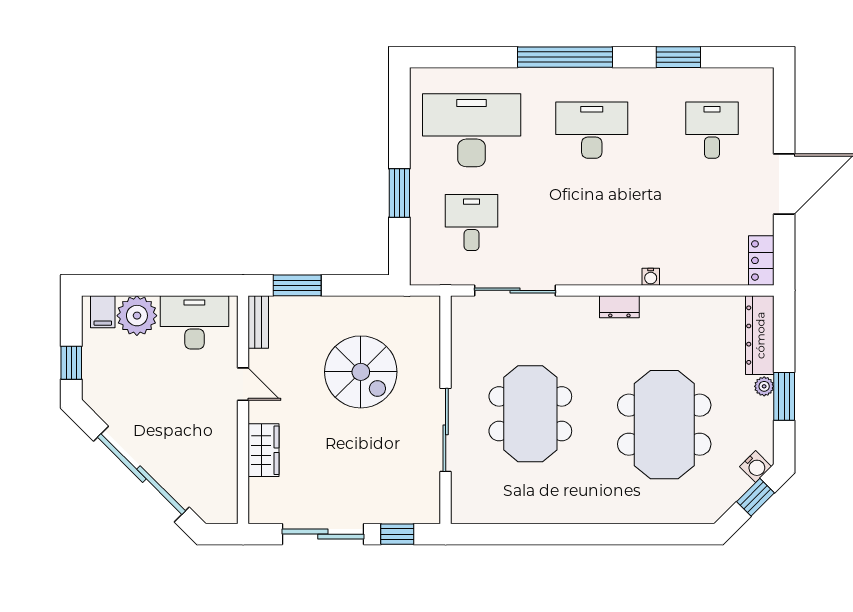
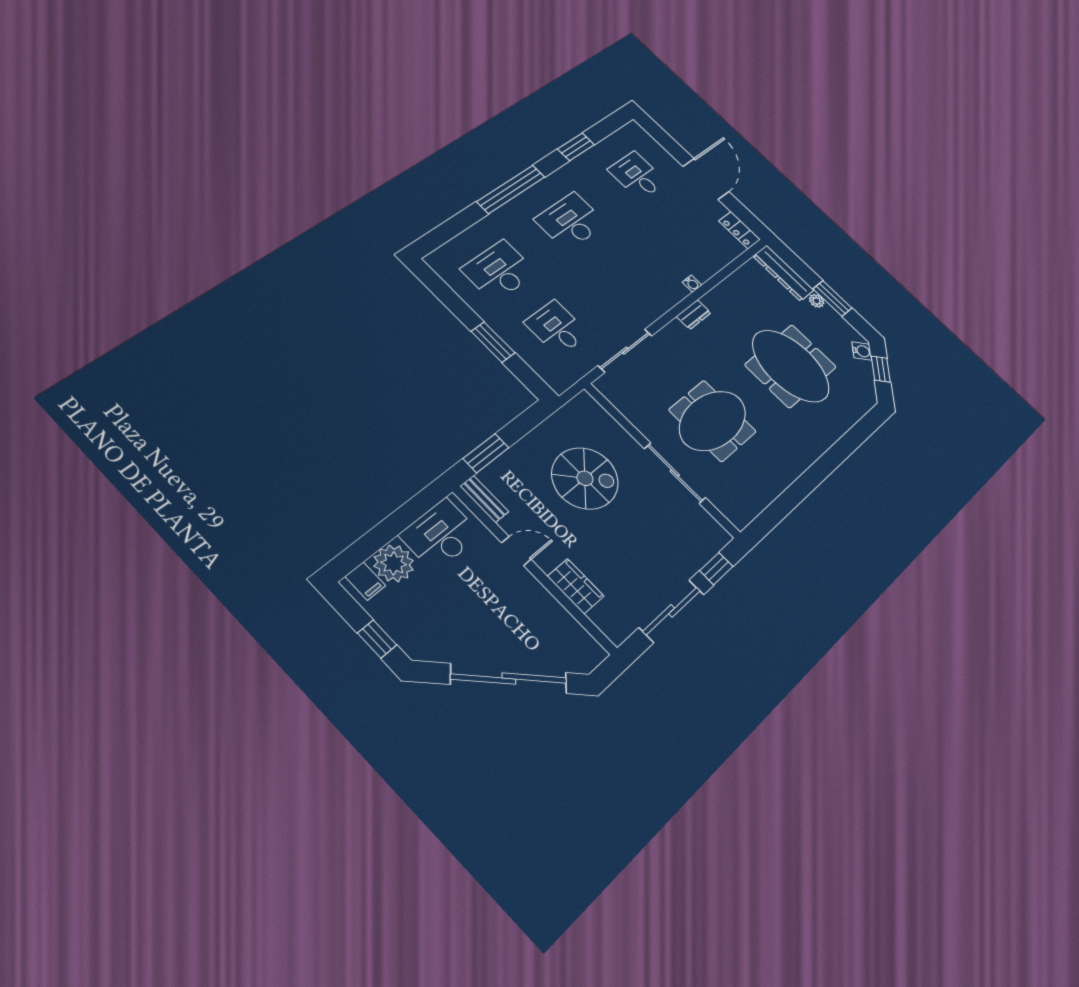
desk: (472, 130) -> (499, 271), width x0.73, depth x0.77
meeting table: (530, 414) -> (713, 421), turned 90

